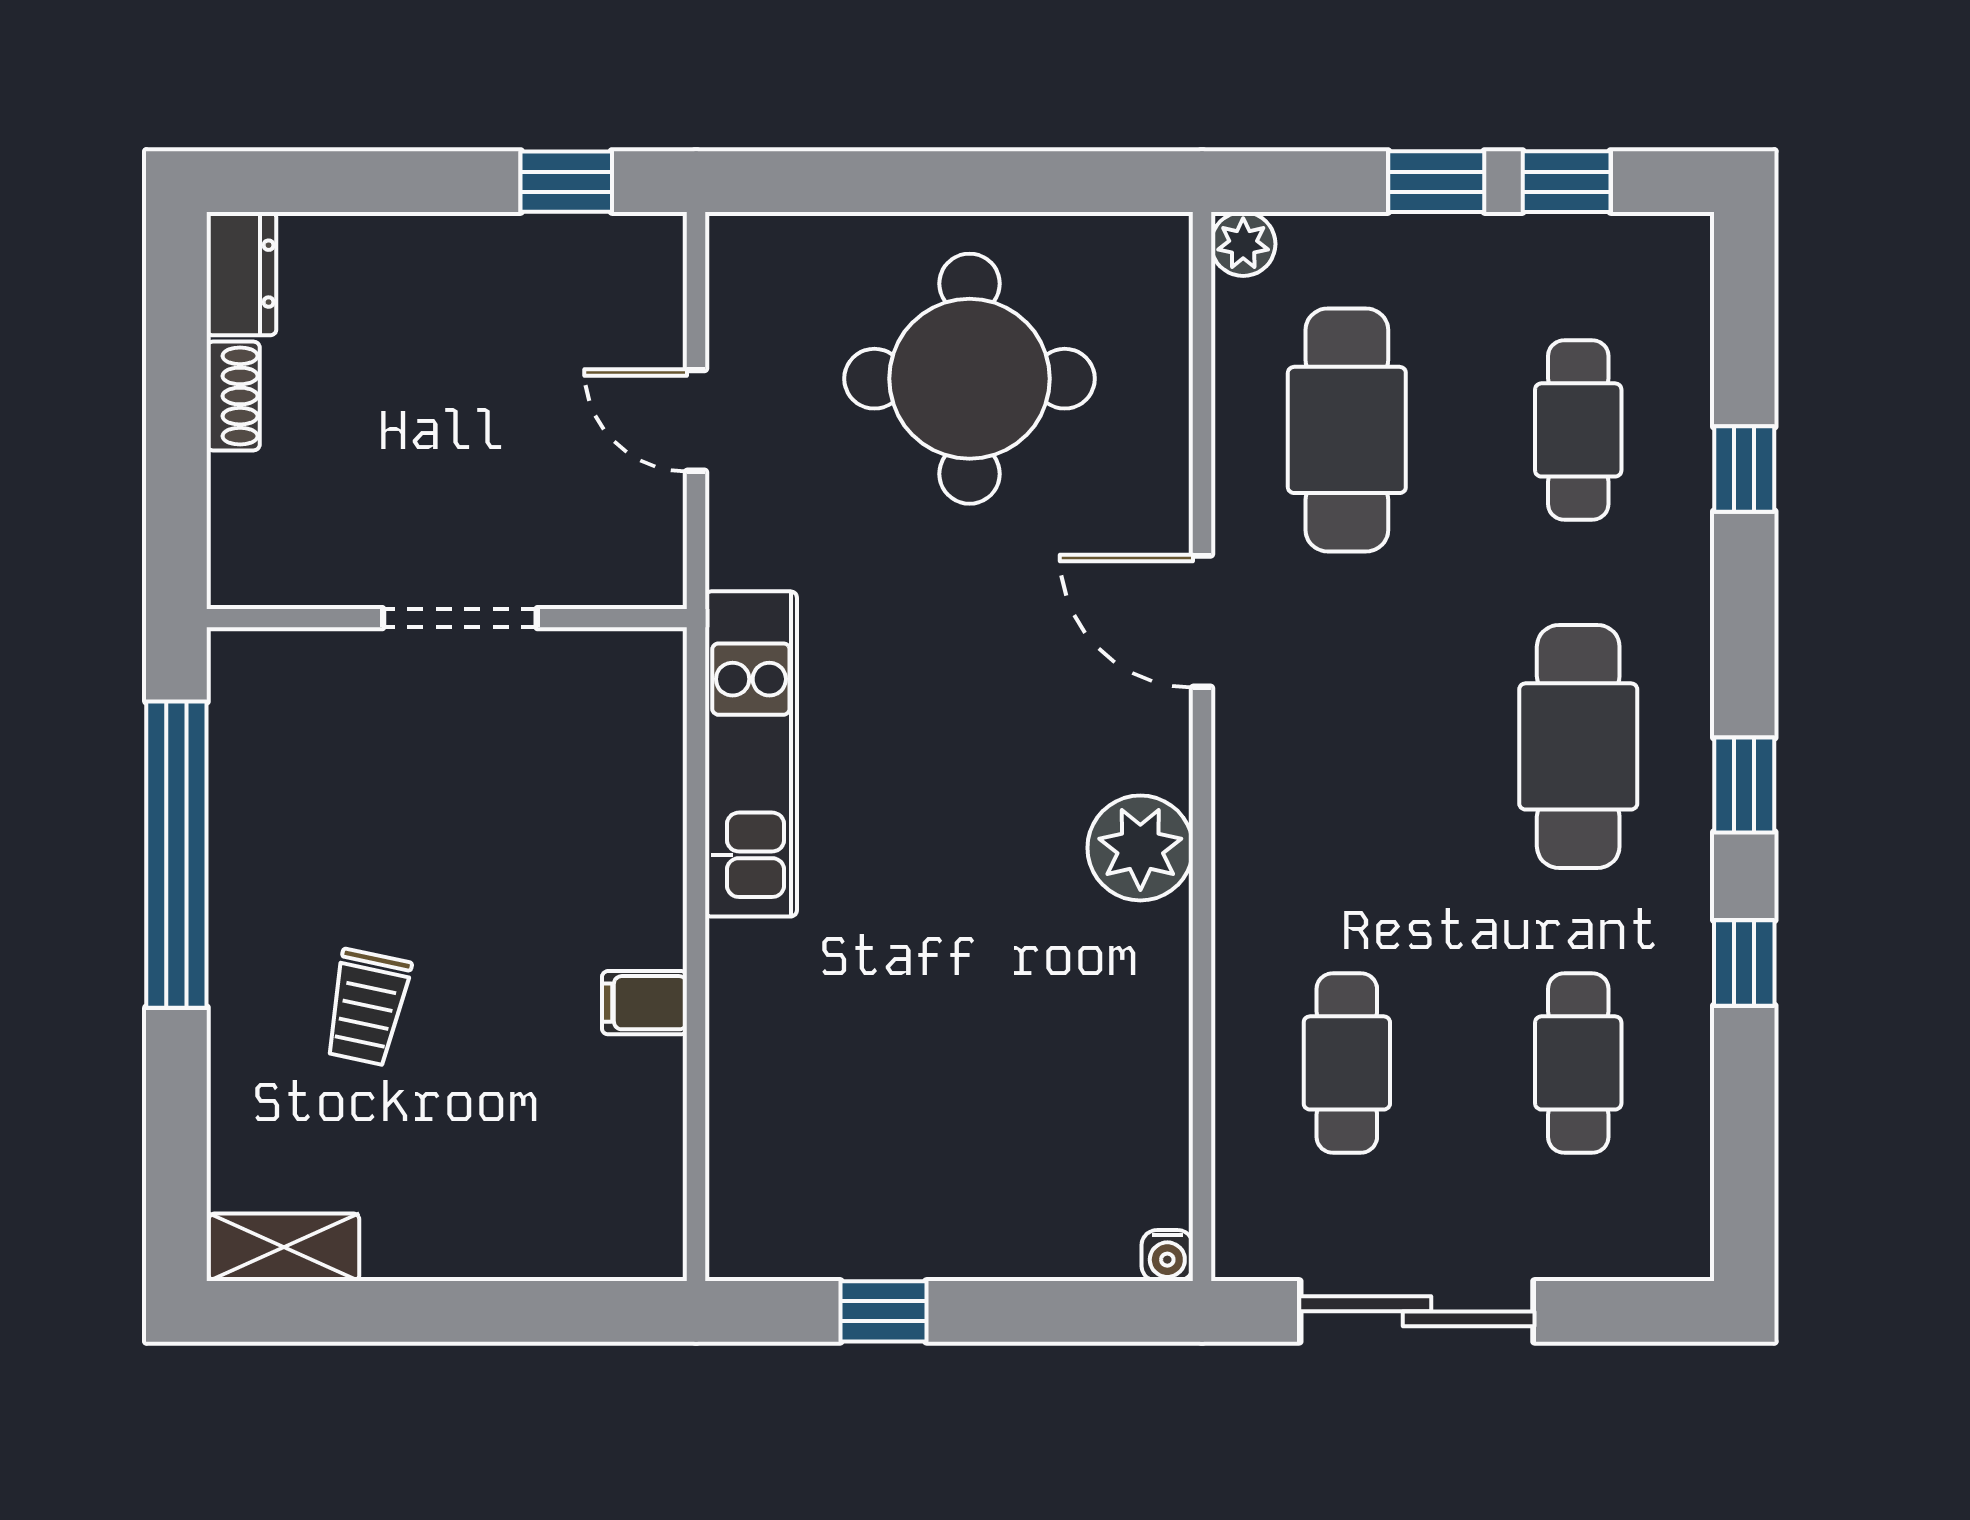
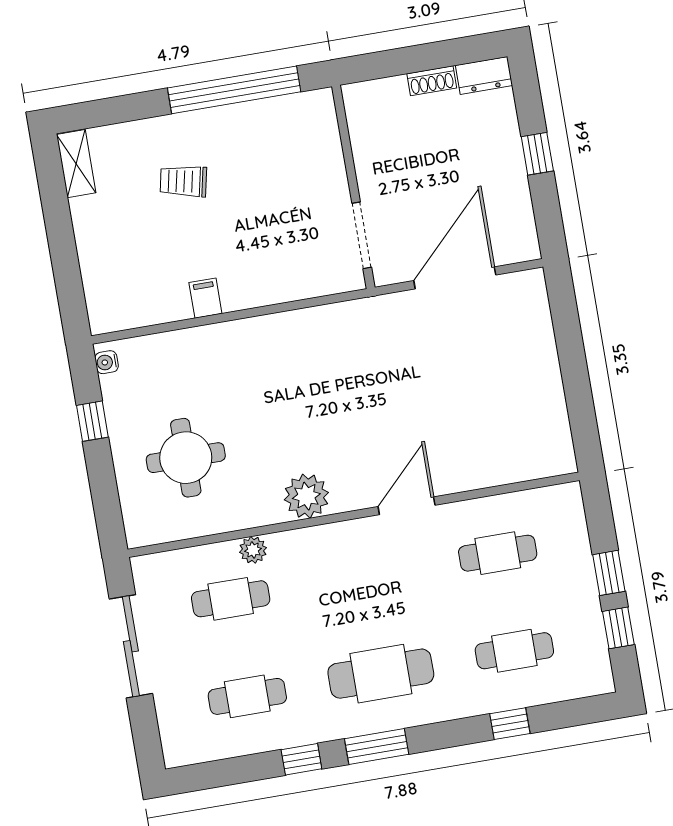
window: (566, 182) -> (537, 154), moved
plant: (1243, 244) -> (253, 550), moved
round table: (970, 379) -> (186, 458), moved, width x0.73, depth x0.73
door: (696, 420) -> (455, 278), width x1.87
cafe table: (1347, 430) -> (498, 553), width x0.73, depth x0.74
doorway: (460, 618) -> (362, 235), moved
kitchen unit: (751, 754) -> (318, 325), removed
window: (1744, 785) -> (377, 746), width x1.50
water cooler: (1167, 1256) -> (107, 362), moved

